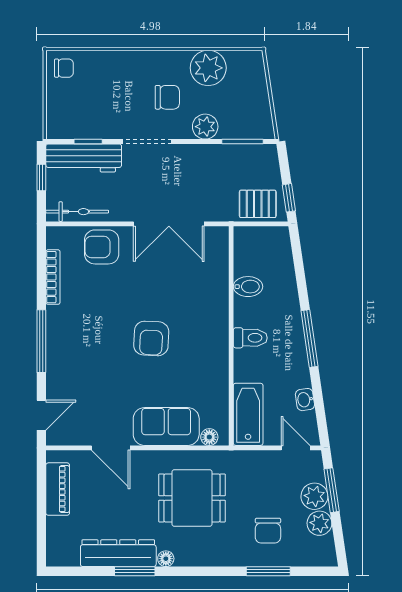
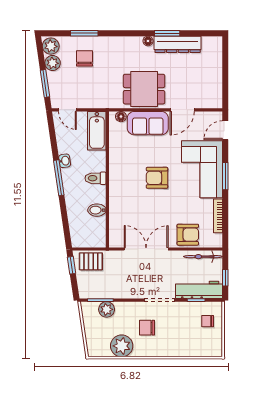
chair: (64, 68) -> (208, 321), moved
plant: (205, 127) -> (107, 309), moved
armchair: (151, 338) -> (157, 178), turned -93
window: (41, 341) -> (225, 176), width x0.69
corner sofa: (79, 352) -> (202, 169), added
washbasin: (305, 400) -> (65, 161), moved
door: (111, 448) -> (182, 110), swing flipped
piano: (58, 489) -> (215, 84), removed
plant: (314, 496) -> (51, 46), moved
dining table: (192, 498) -> (144, 89), moved

